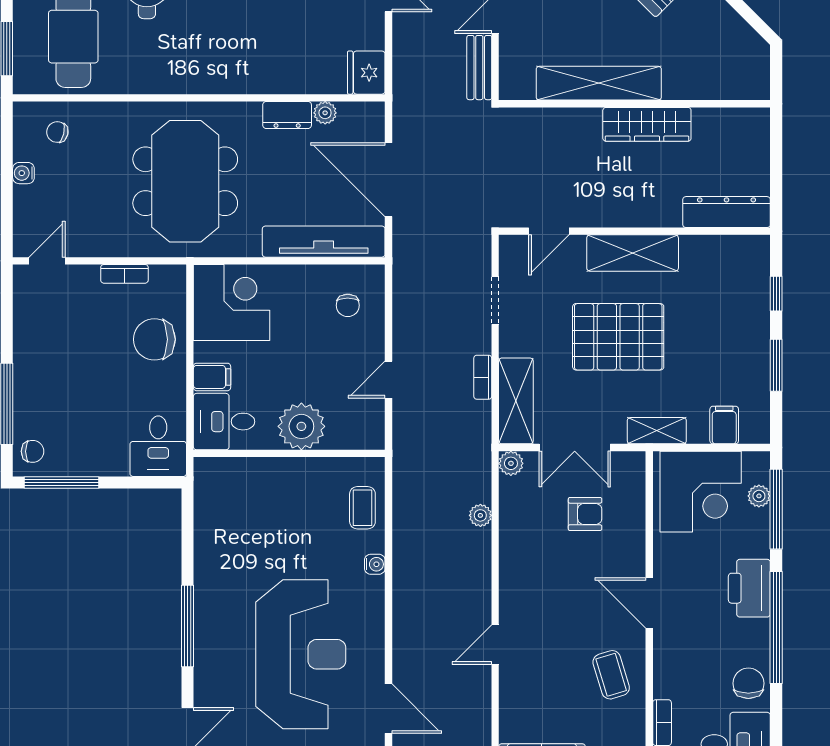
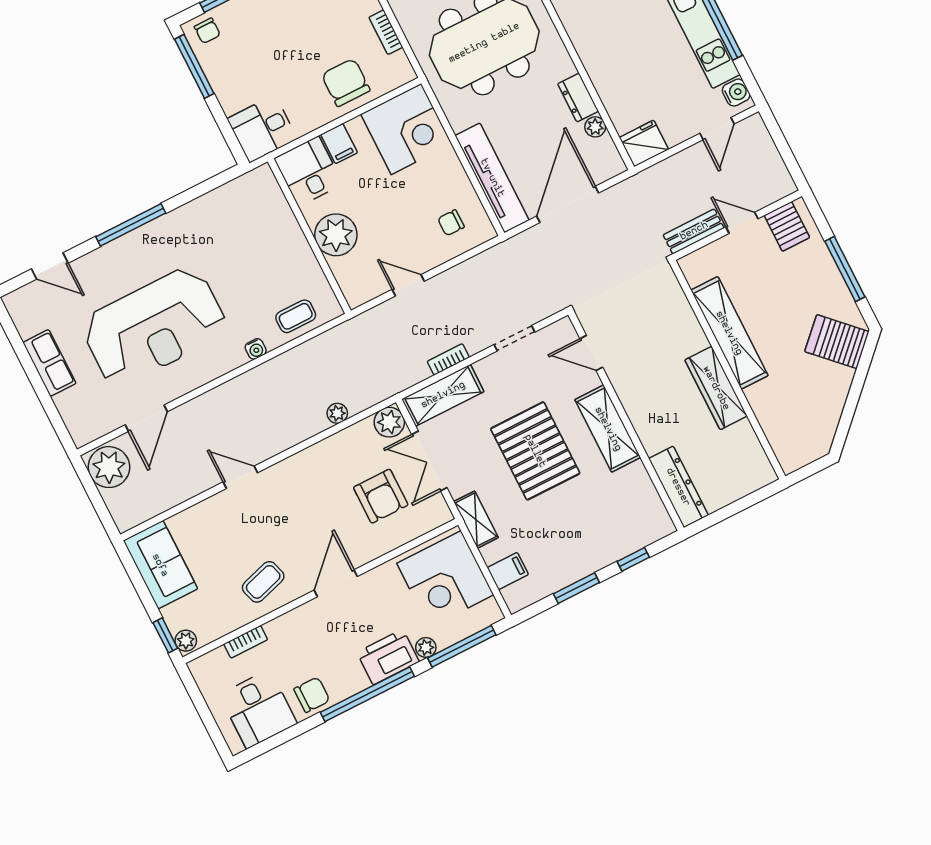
plant: (511, 463) -> (389, 422), width x1.38, depth x1.38
plant: (759, 496) -> (426, 647), moved
armchair: (585, 514) -> (381, 496), width x1.38, depth x1.38

